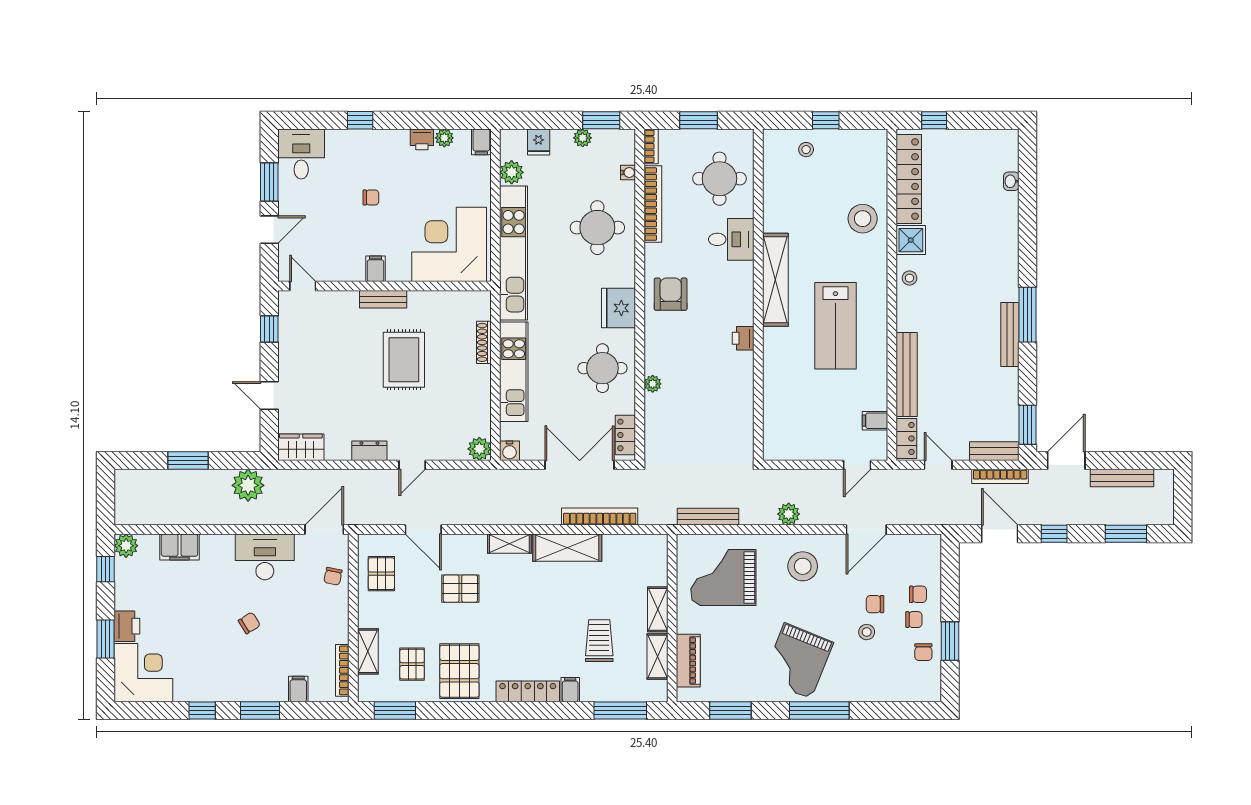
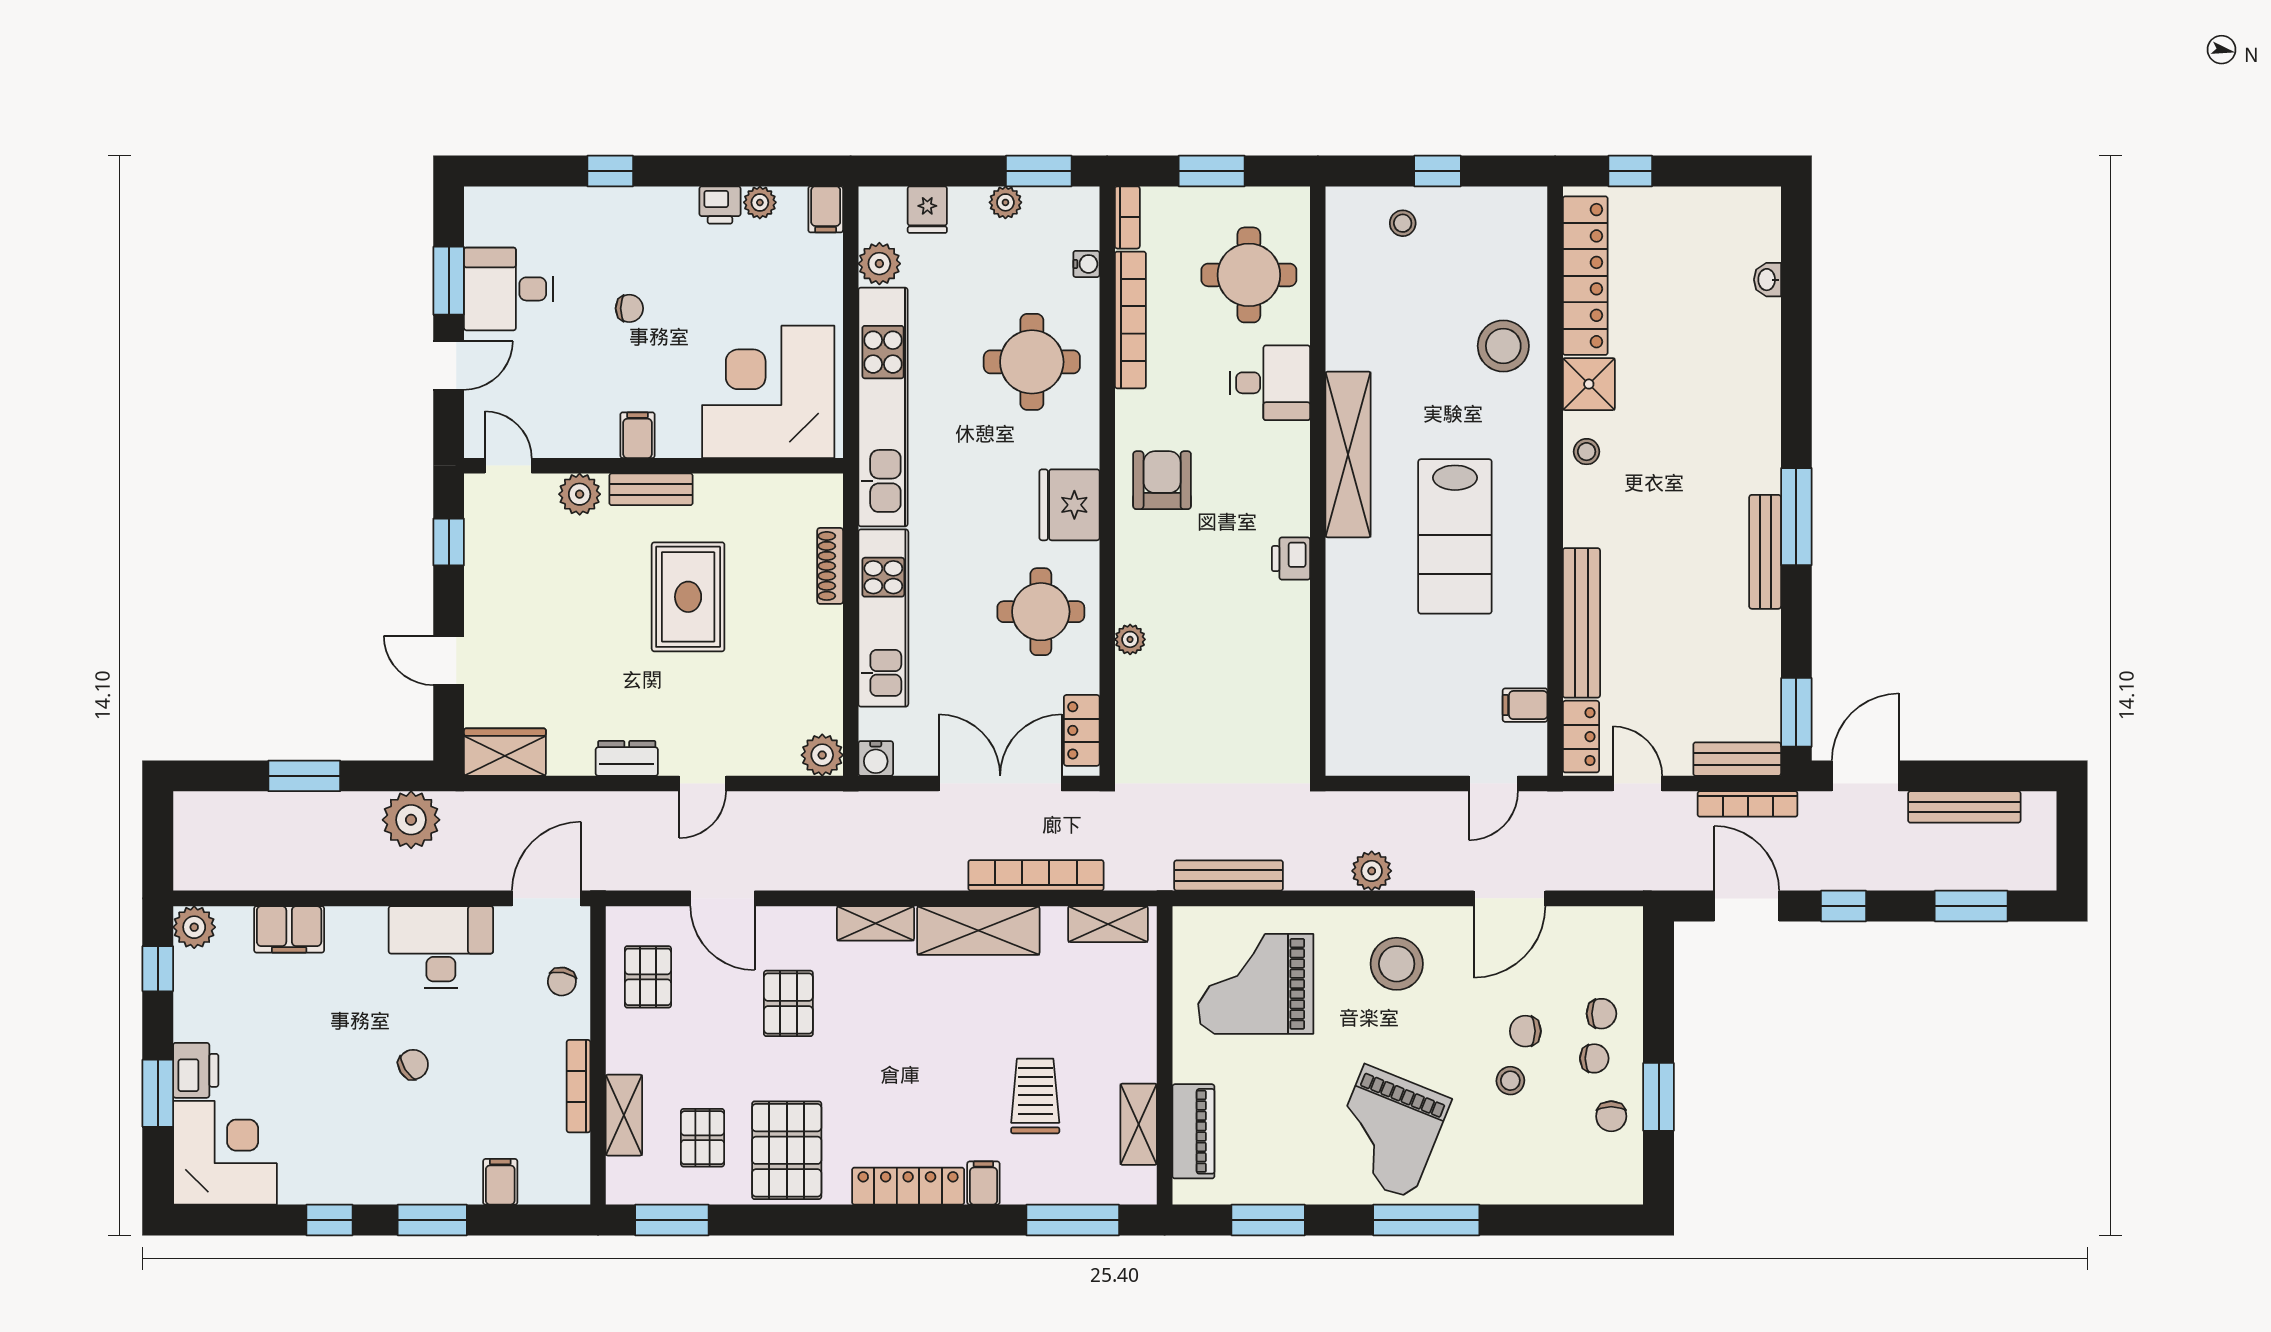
desk: (301, 154) -> (509, 289), moved, turned -90
plant: (343, 302) -> (580, 494), added
pallet: (460, 589) -> (788, 1003), turned 90
shelving: (658, 609) -> (1108, 924), moved, turned 90
bookcase: (342, 670) -> (579, 1086), moved

